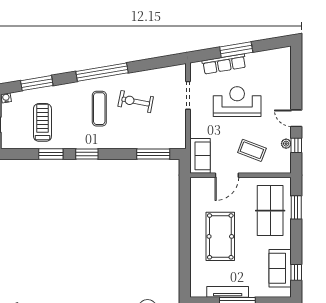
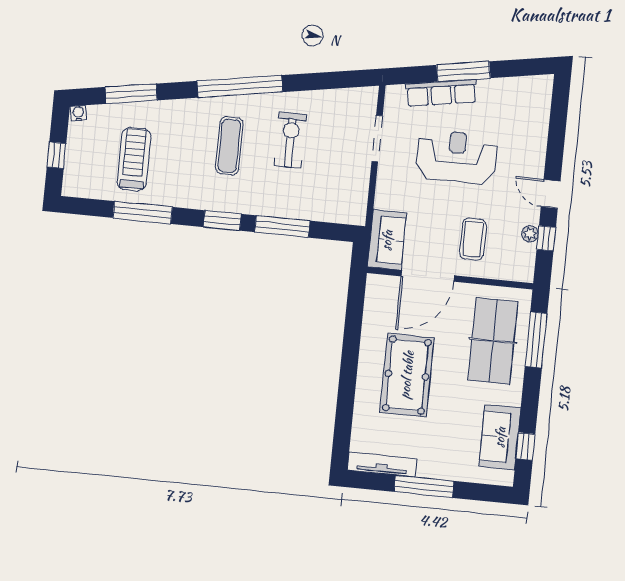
exercise bike: (136, 102) -> (290, 140), turned 79
coffee table: (252, 150) -> (473, 239), turned 69
window: (51, 154) -> (143, 212), width x1.44
window: (87, 154) -> (222, 220), moved
window: (153, 154) -> (282, 226), moved
door: (227, 175) -> (428, 276), width x1.36
window: (296, 207) -> (536, 340), width x1.44
tv unit: (228, 292) -> (382, 465), moved

